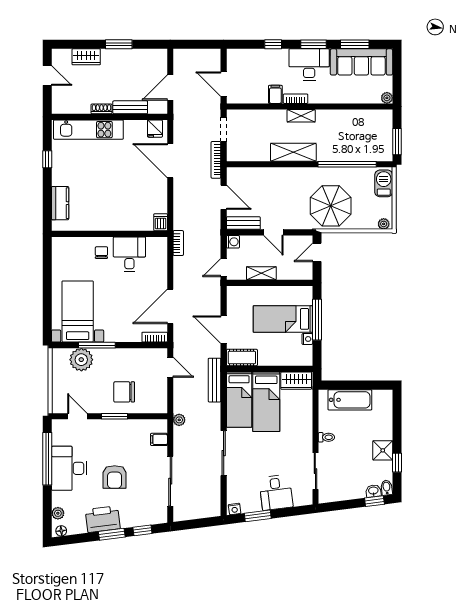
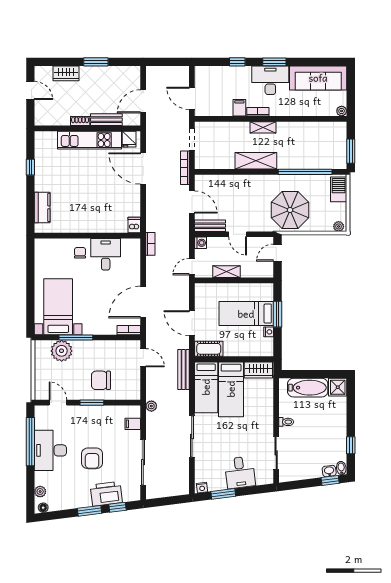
window: (355, 44) -> (312, 62), removed
kitchen unit: (88, 130) -> (89, 140), moved
window: (317, 320) -> (277, 314), width x0.69
shower: (383, 450) -> (338, 387), moved
printer: (103, 519) -> (106, 494), moved

